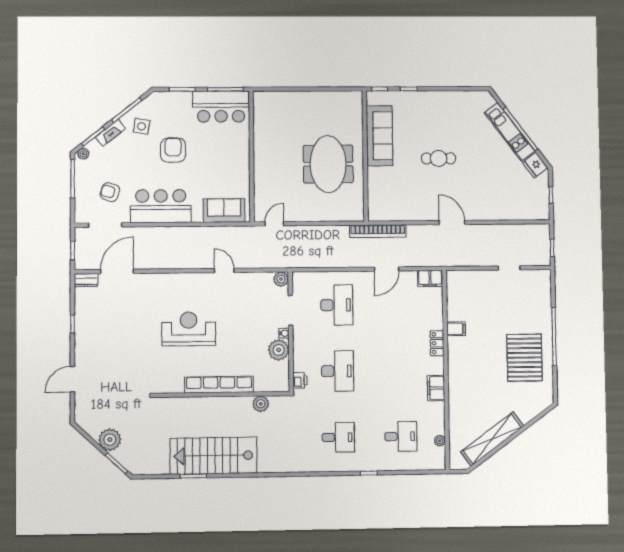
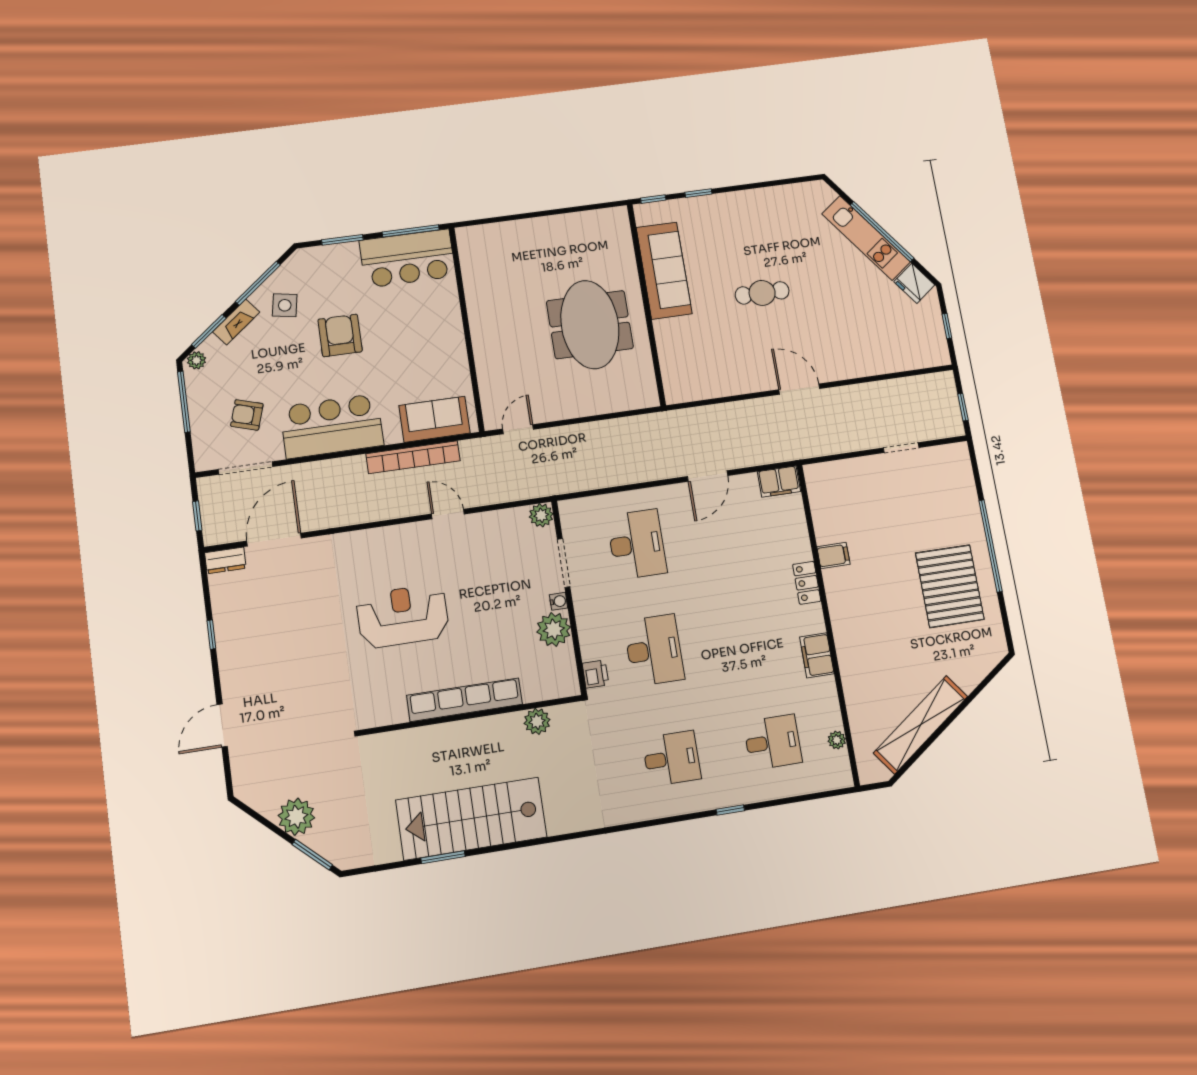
bookcase: (378, 231) -> (413, 457), moved

